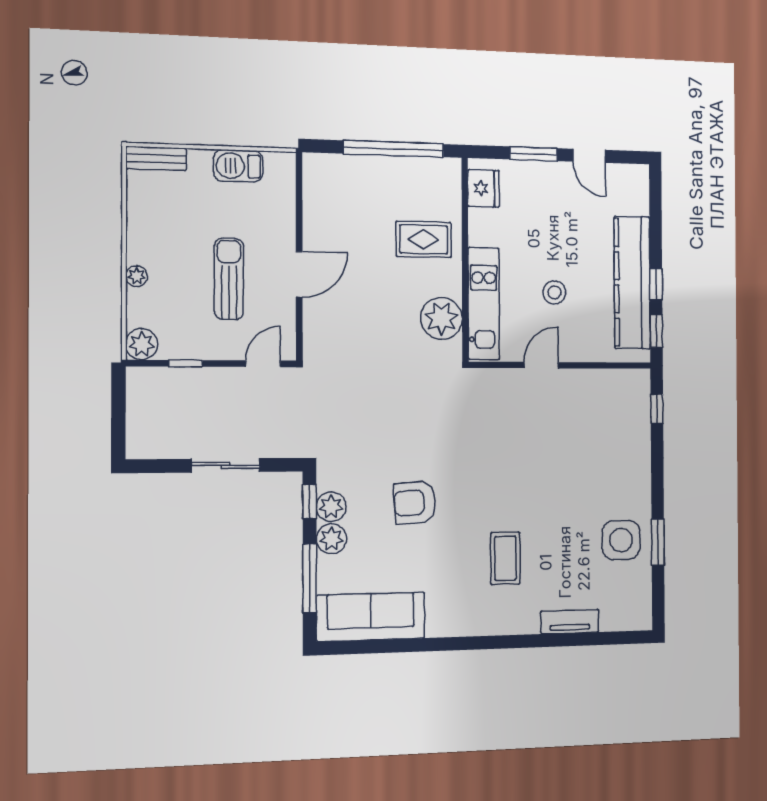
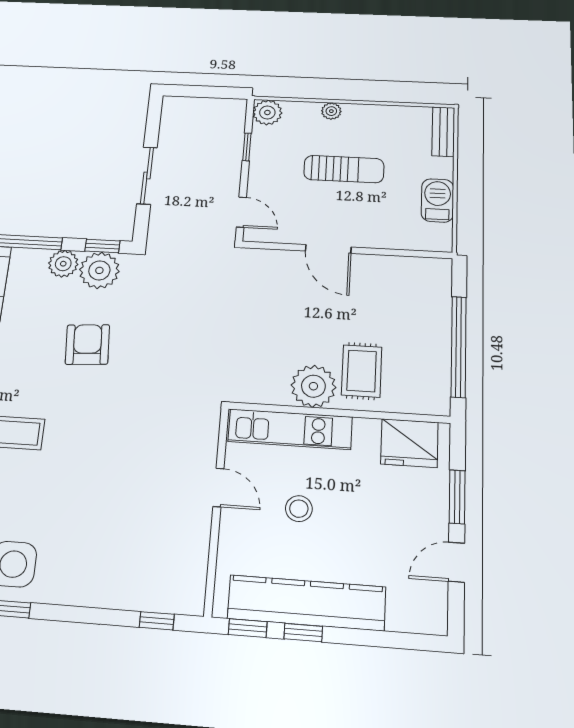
fridge: (483, 188) -> (409, 443), width x1.36, depth x1.34
sun lounger: (229, 279) -> (344, 169), moved
plant: (442, 318) -> (313, 386), moved
plant: (331, 507) -> (99, 270), width x1.36, depth x1.36

